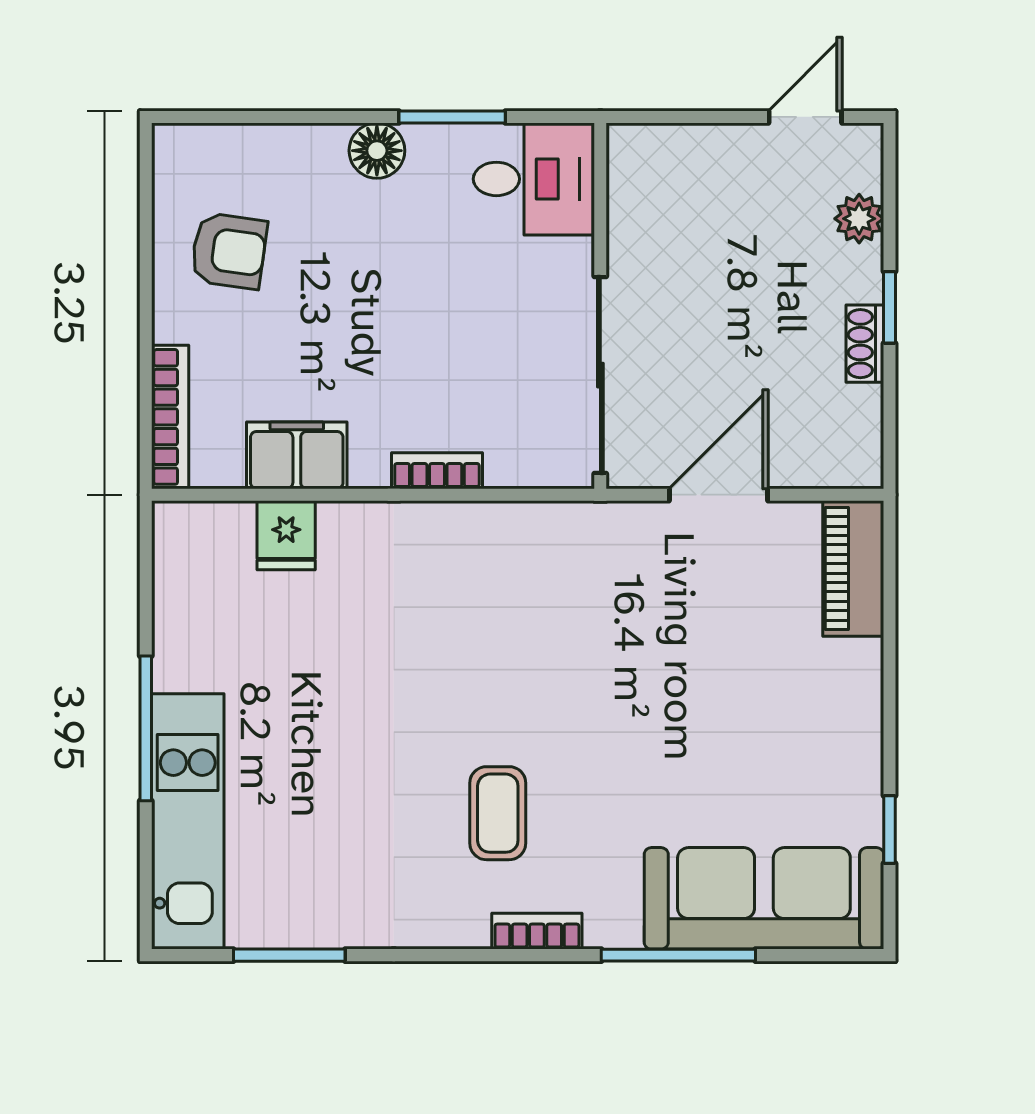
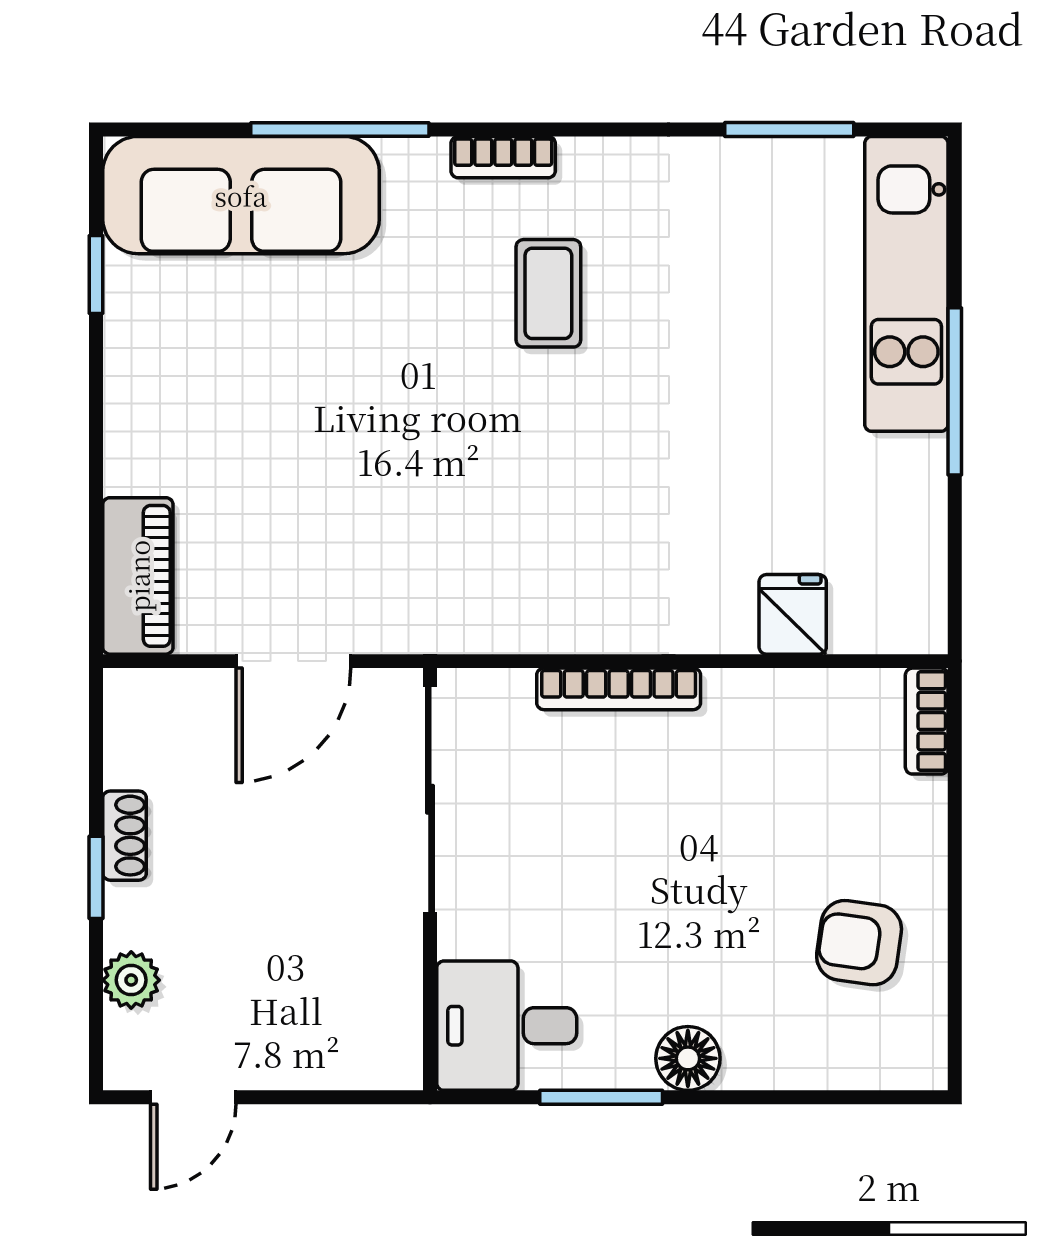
bookcase: (170, 417) -> (927, 721), width x0.64
filing cabinet: (297, 455) -> (780, 707), removed
bookcase: (437, 471) -> (619, 689), width x1.56

